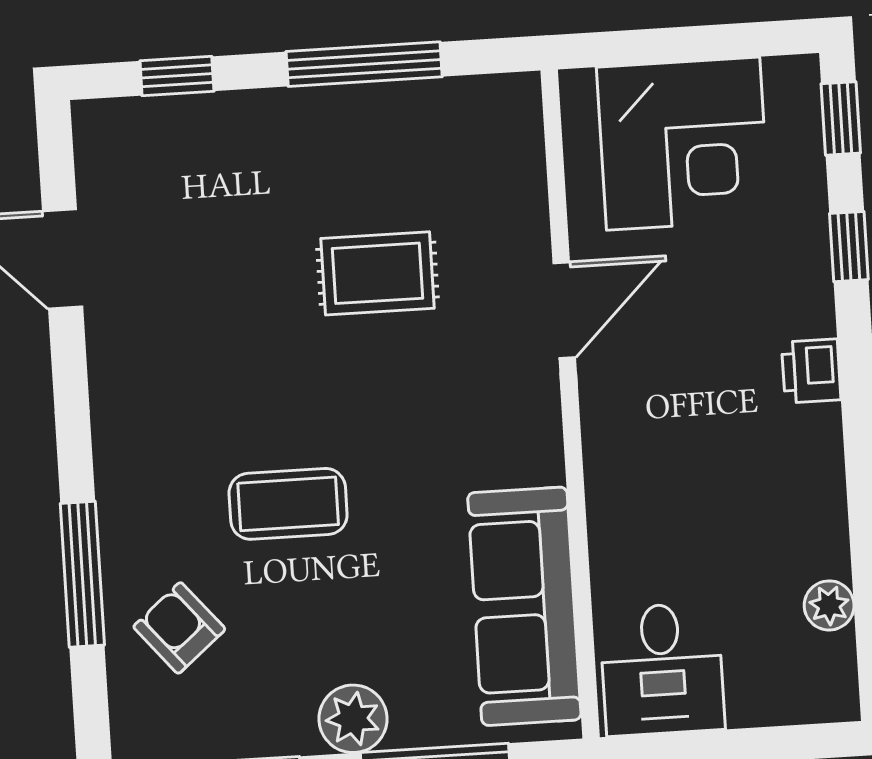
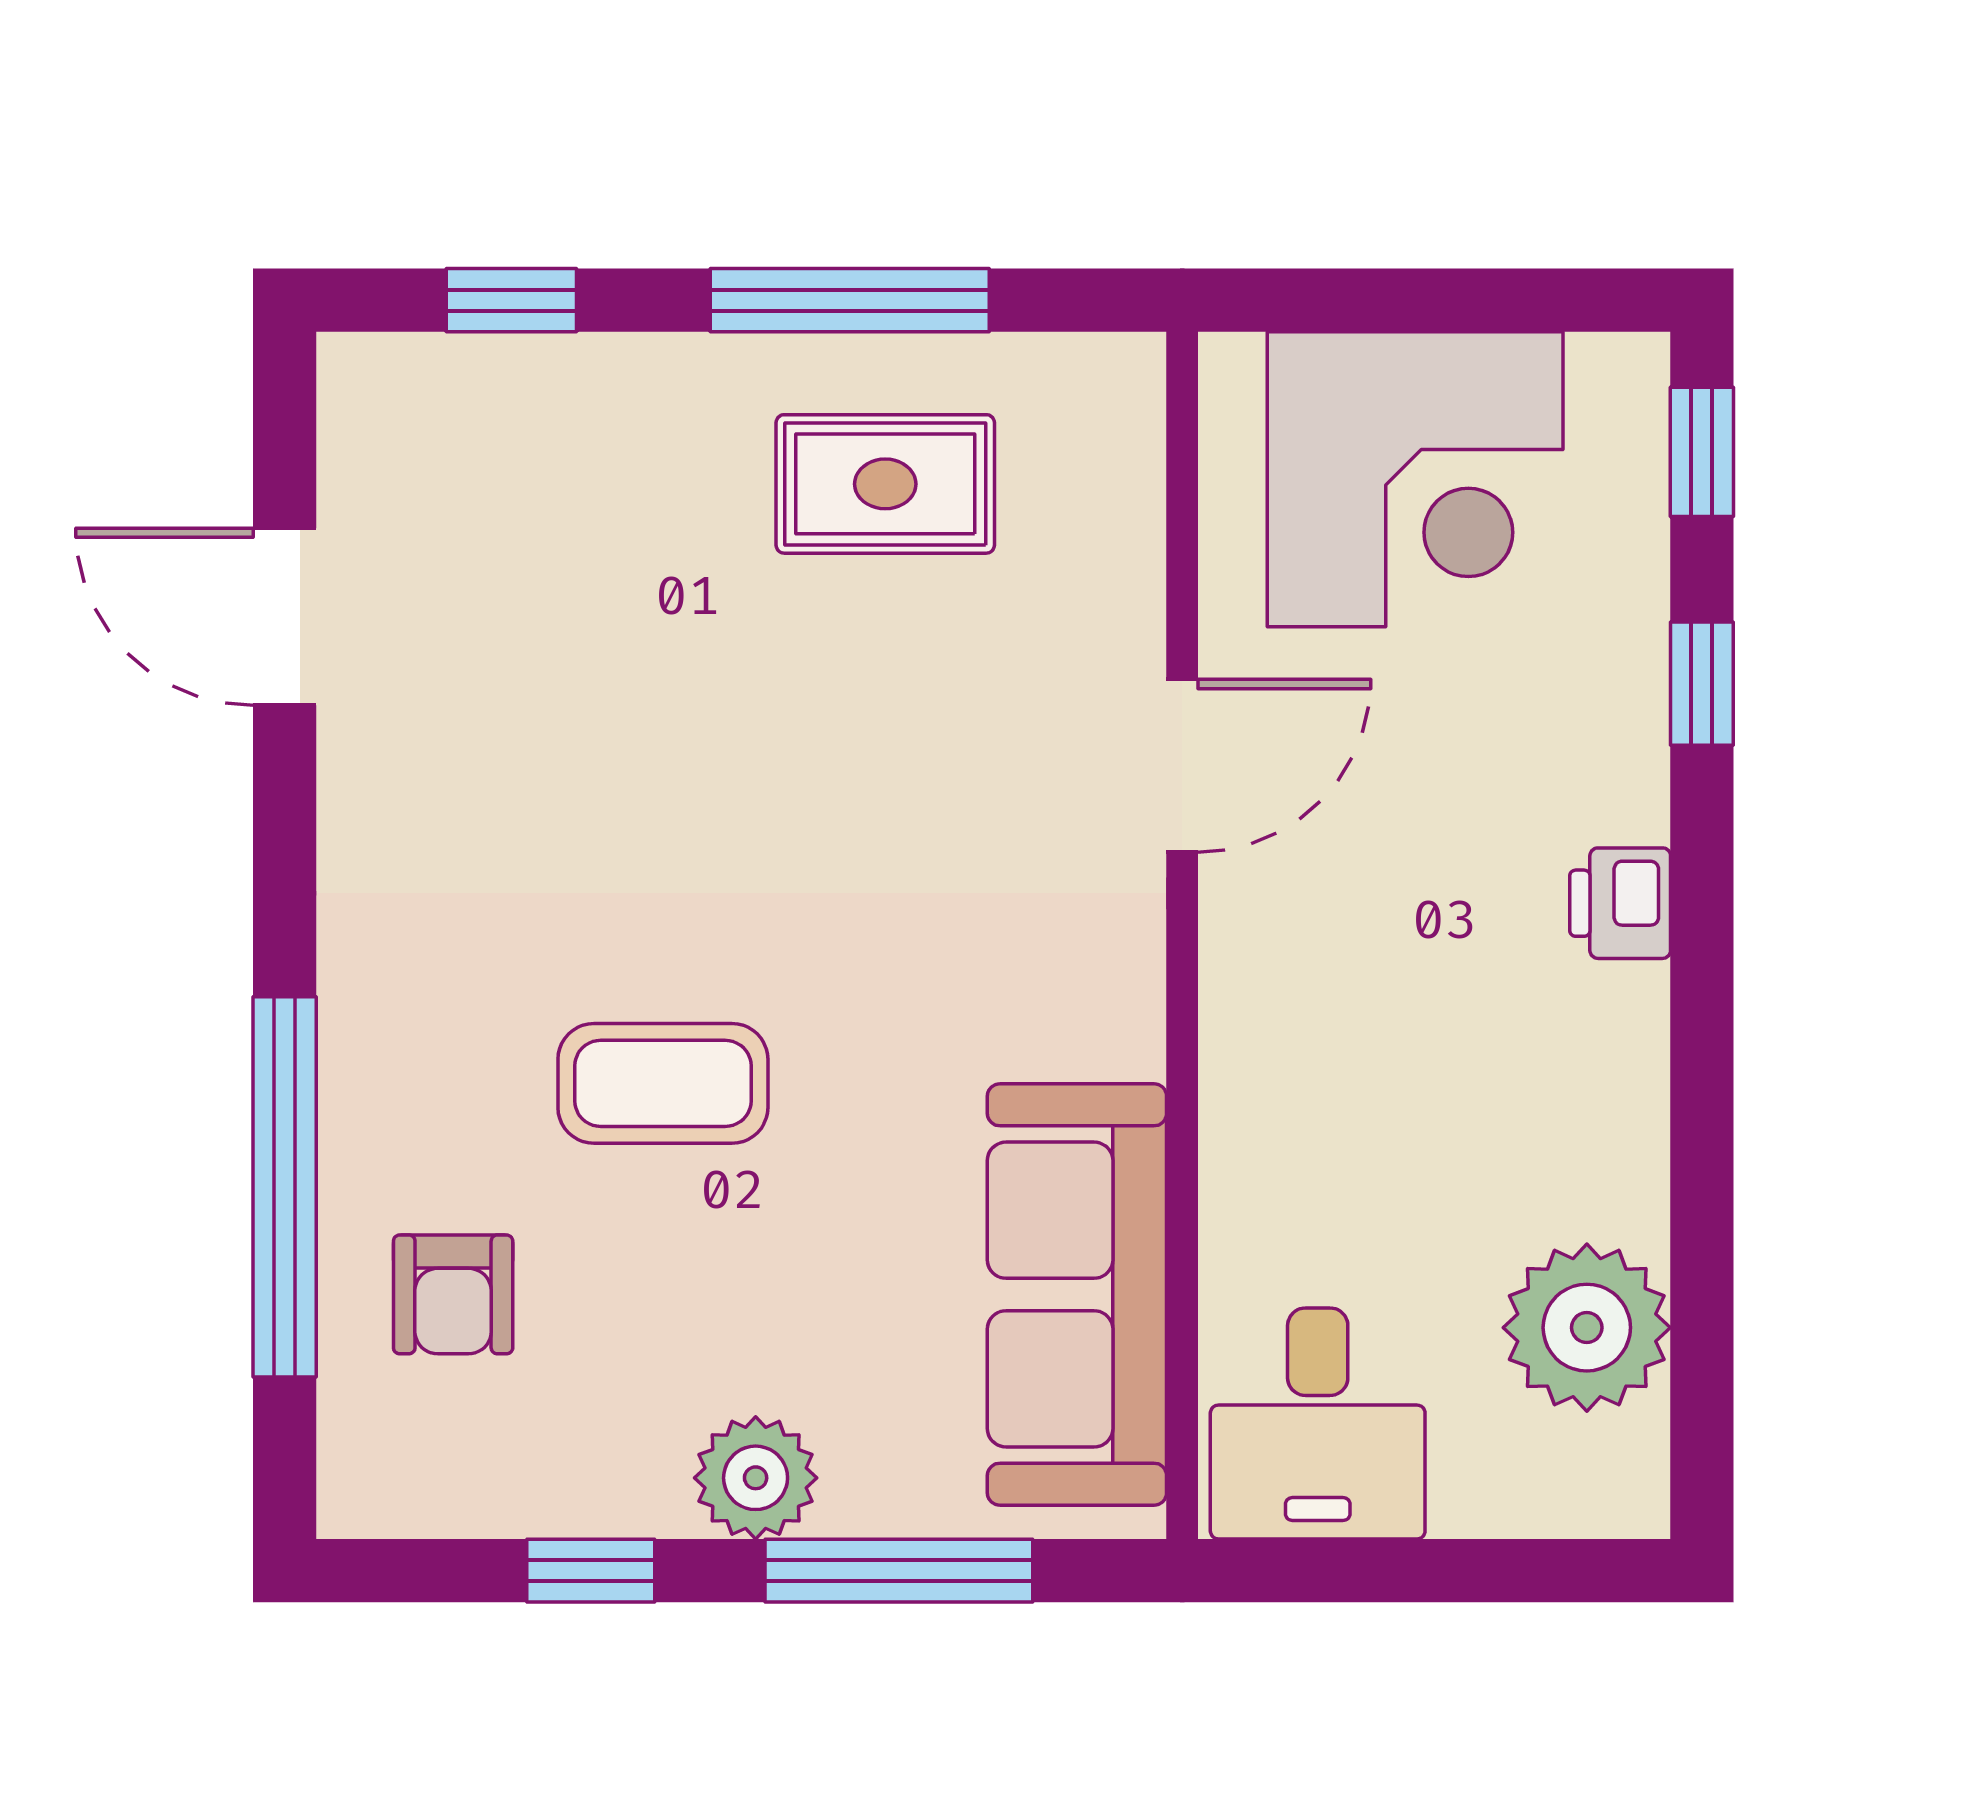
rug: (377, 273) -> (885, 484), moved
window: (82, 574) -> (285, 1187), width x1.46
plant: (829, 605) -> (1587, 1328), width x1.88, depth x1.88
armchair: (179, 628) -> (453, 1294), turned -140

